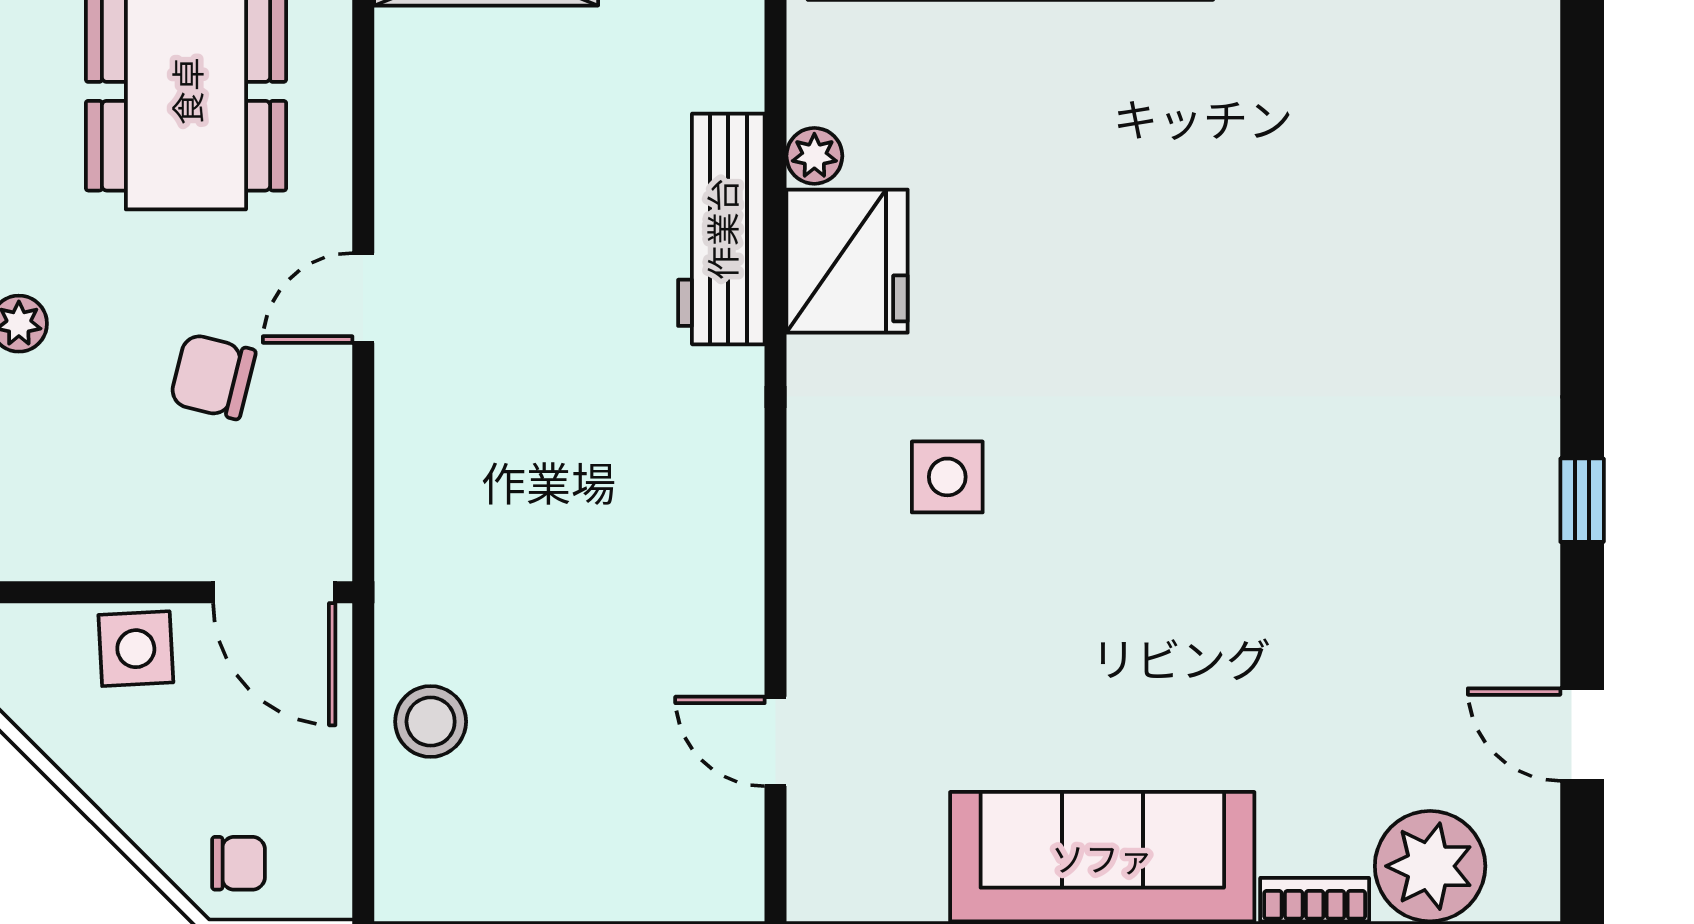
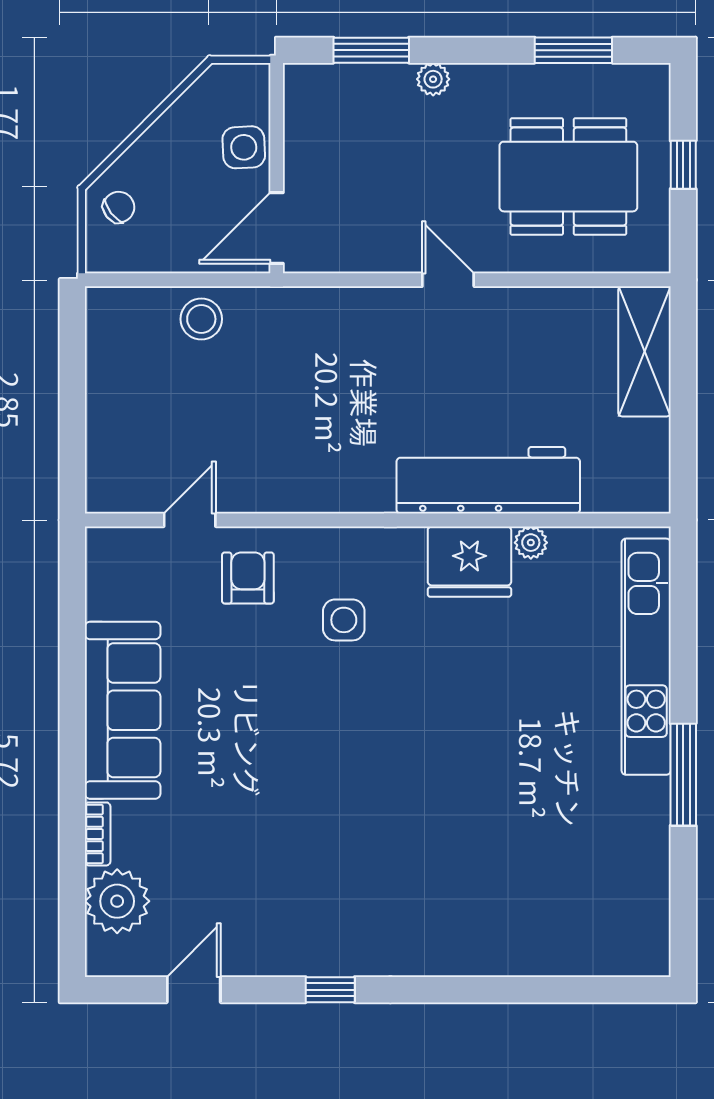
workbench: (721, 229) -> (488, 480), width x1.36, depth x1.32
chair: (213, 376) -> (402, 192), removed
armchair: (875, 642) -> (248, 578), added
chair: (238, 863) -> (119, 207), turned -128

